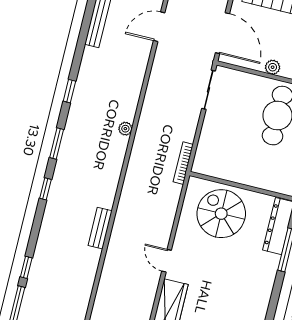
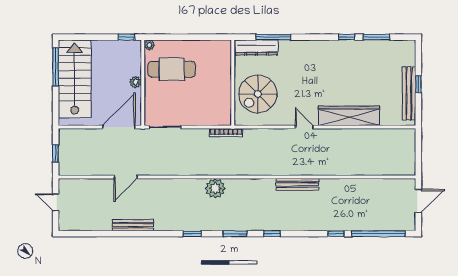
door: (159, 27) -> (126, 177), hinge flipped
plant: (125, 129) -> (215, 188), width x1.87, depth x1.87
bench: (100, 228) -> (297, 184), width x1.36
door: (167, 261) -> (304, 127), swing flipped

